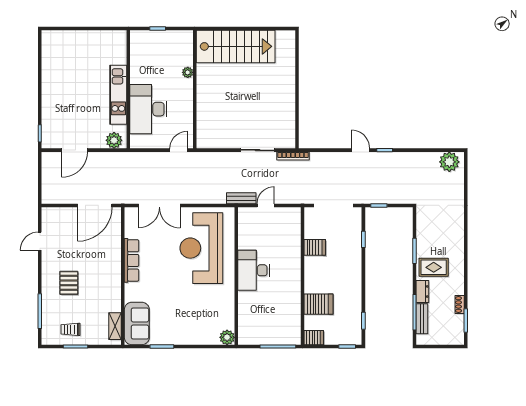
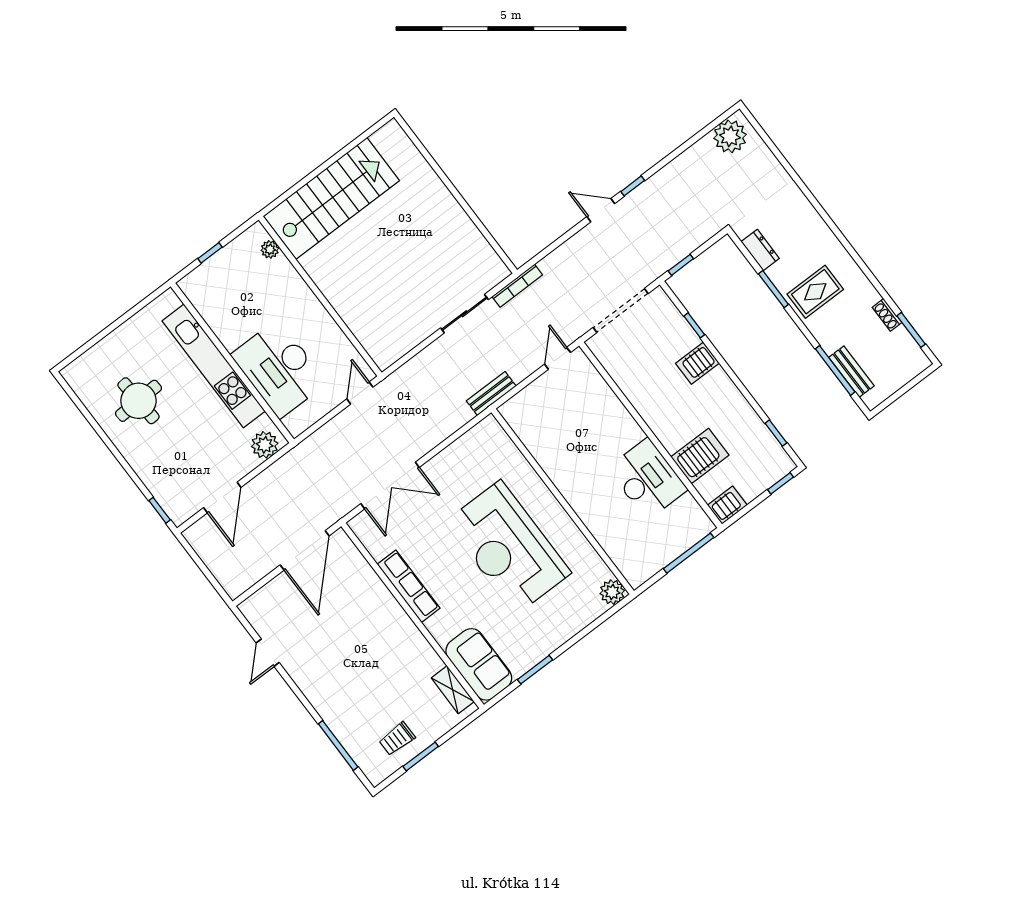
plant: (188, 72) -> (270, 249), moved
round table: (70, 73) -> (139, 401), added
kitchen unit: (118, 95) -> (214, 366), width x1.36
door: (266, 205) -> (558, 358), moved
server rack: (315, 247) -> (697, 363), moved, turned 180
reception desk: (201, 248) -> (508, 547), moved
desk: (254, 270) -> (647, 479), moved, turned 180
pallet: (69, 283) -> (348, 679), removed
dresser: (422, 291) -> (760, 250), moved

